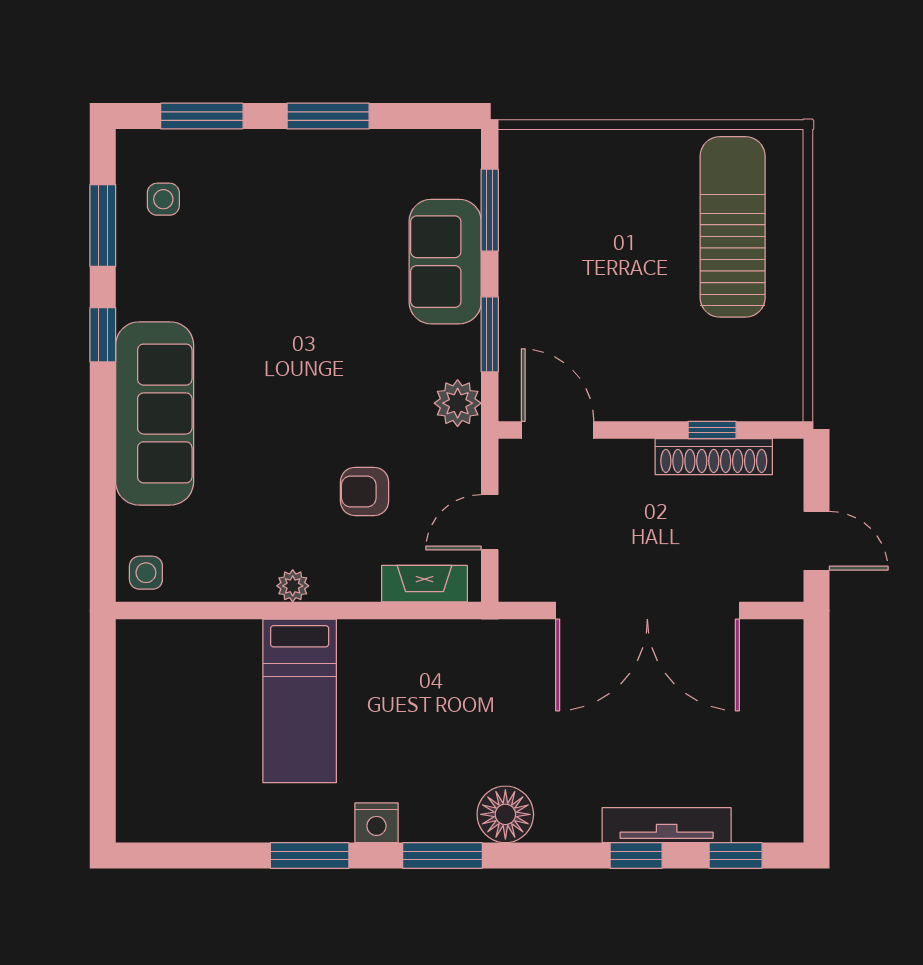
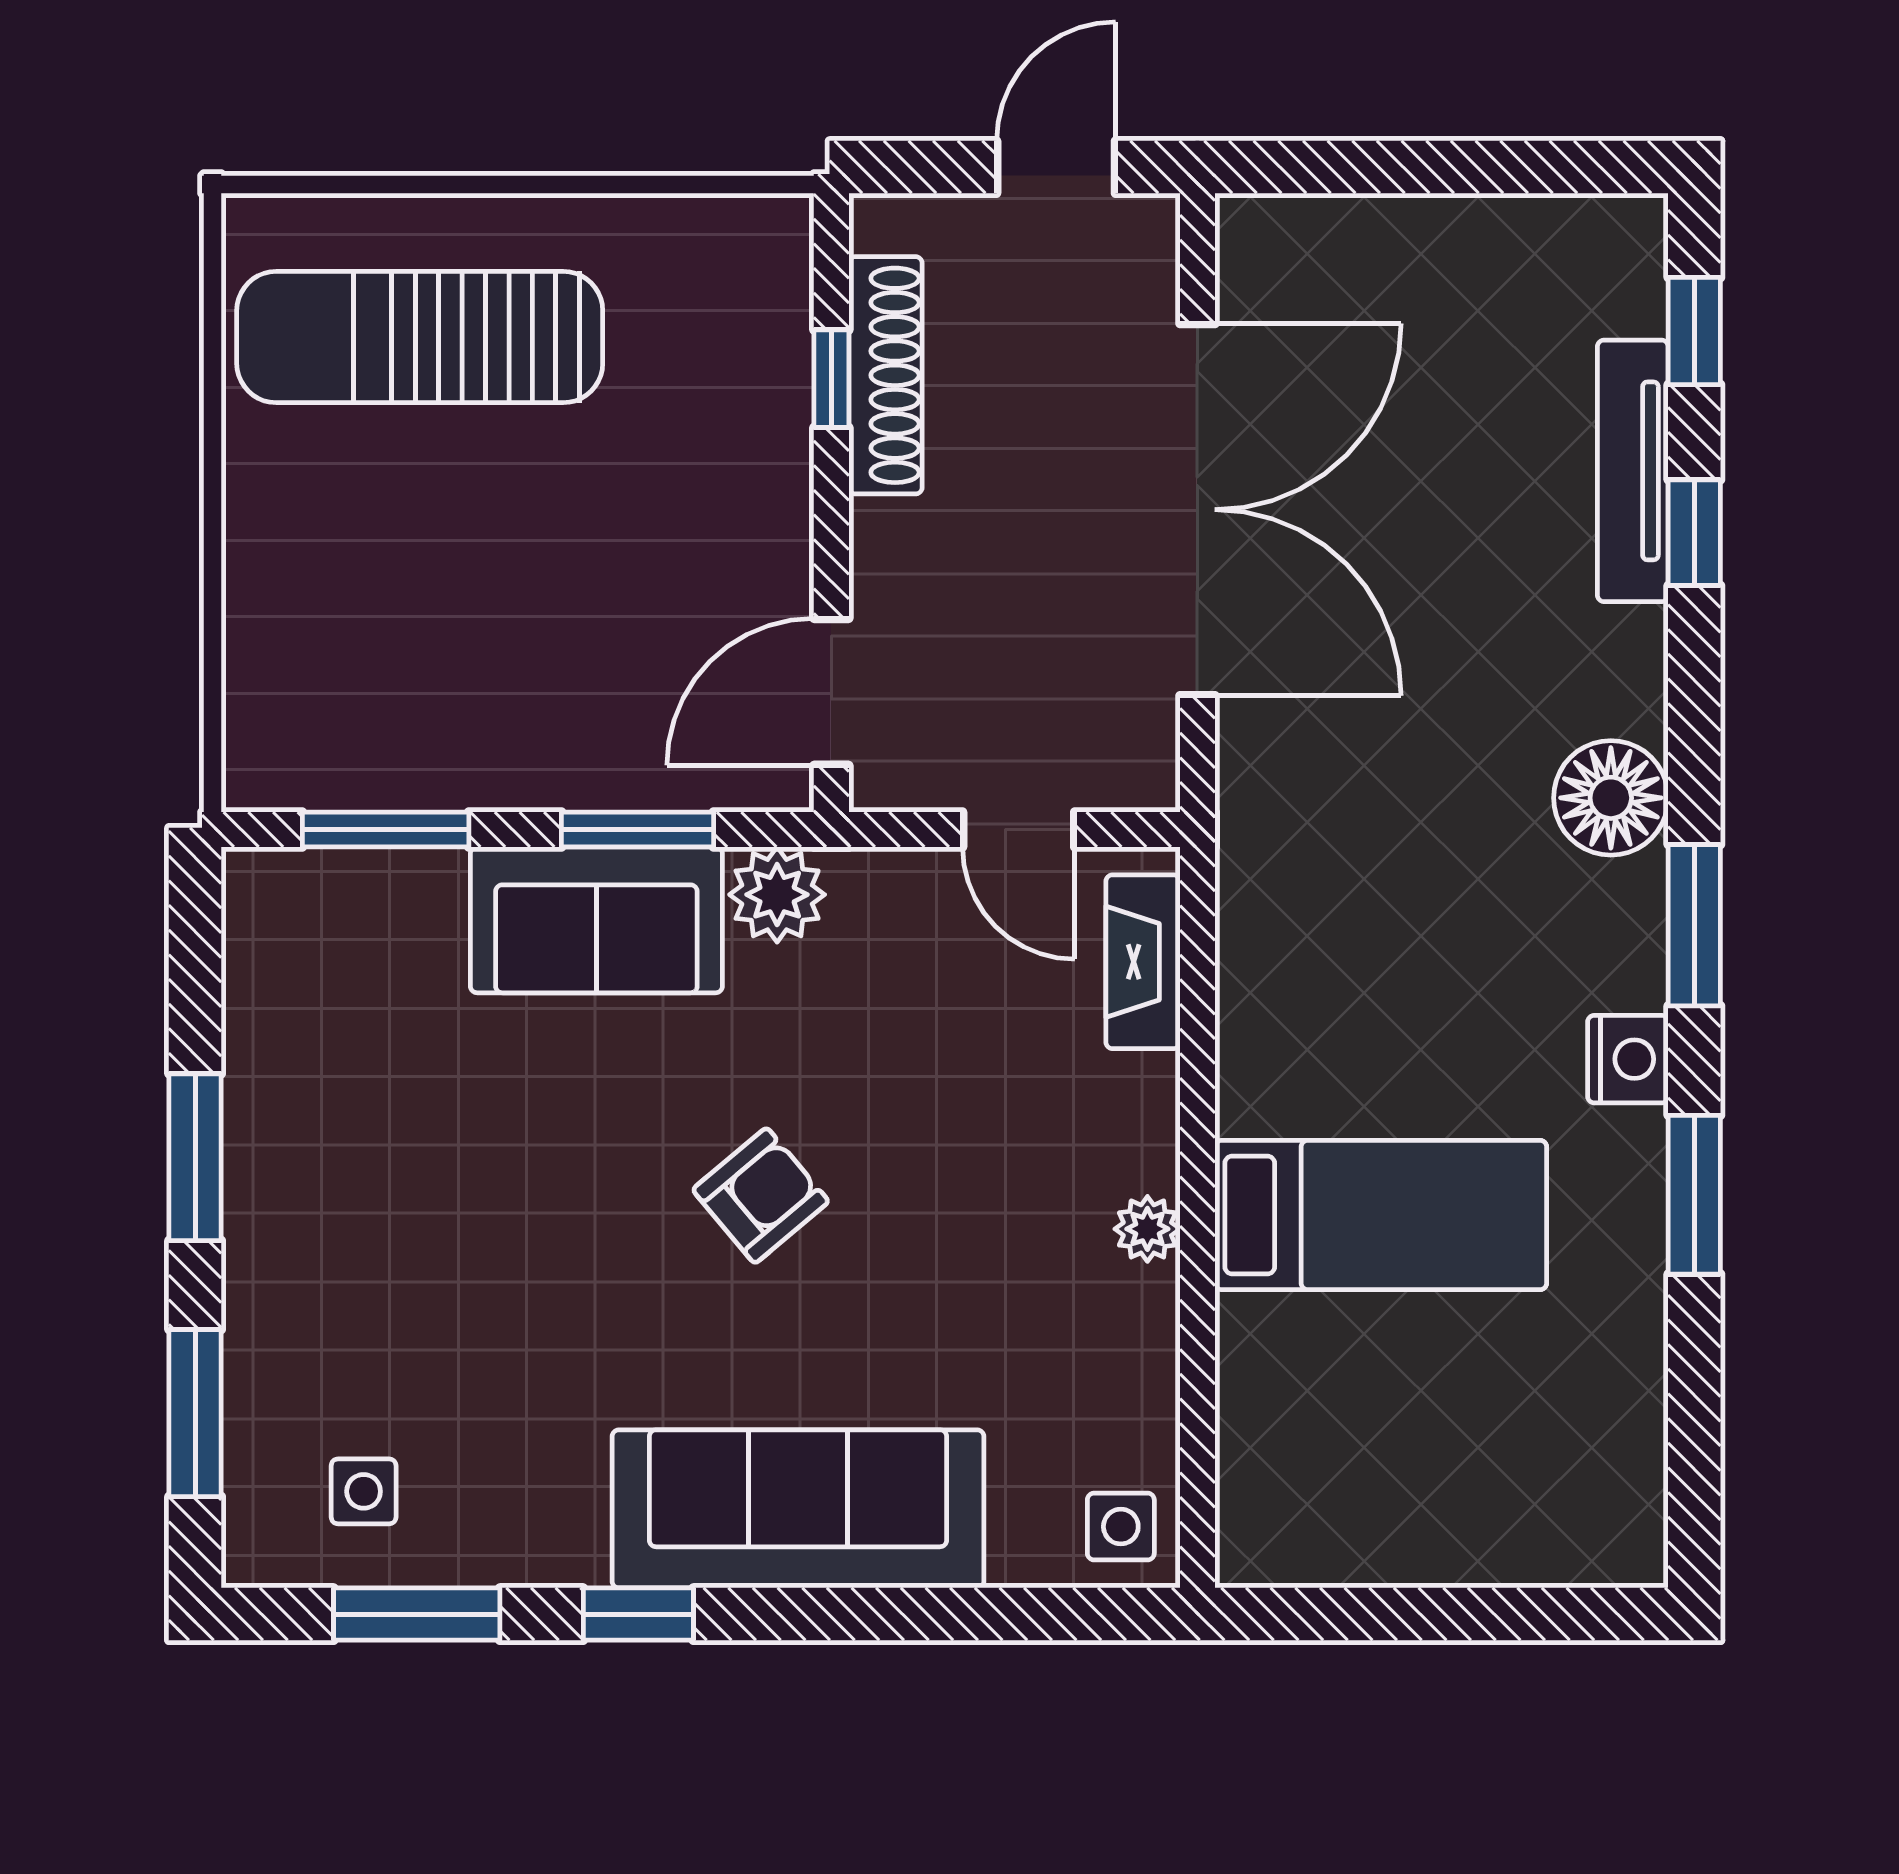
sofa: (445, 262) -> (596, 920), moved
armchair: (365, 491) -> (761, 1196), moved, turned -130

